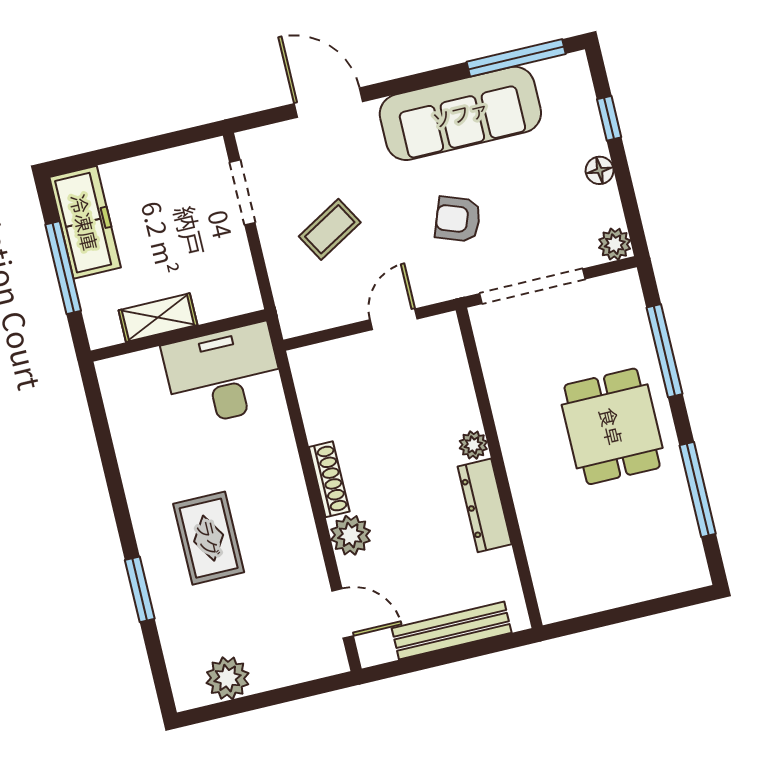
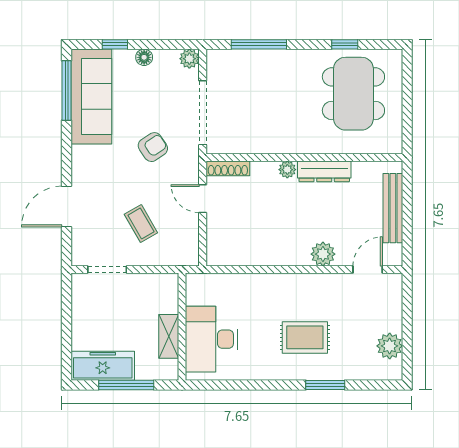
sofa: (460, 113) -> (91, 96), moved
armchair: (458, 219) -> (153, 147), turned -144
desk: (223, 375) -> (211, 339), moved
dining table: (612, 426) -> (353, 94), moved, width x1.38
shoe rack: (329, 479) -> (228, 168), moved, turned 180
window: (698, 490) -> (345, 44), width x0.46

